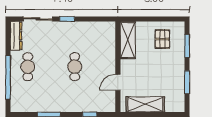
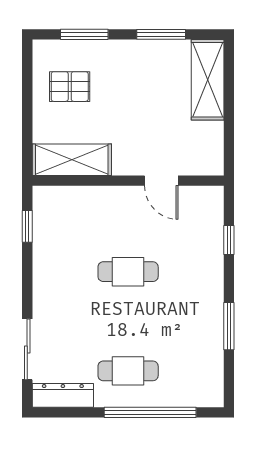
window: (67, 19) -> (27, 226), moved
shelving: (145, 104) -> (208, 80), moved

